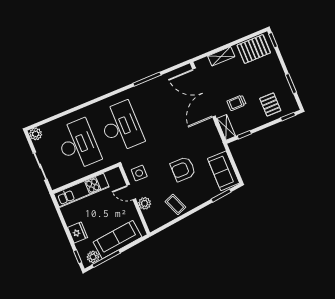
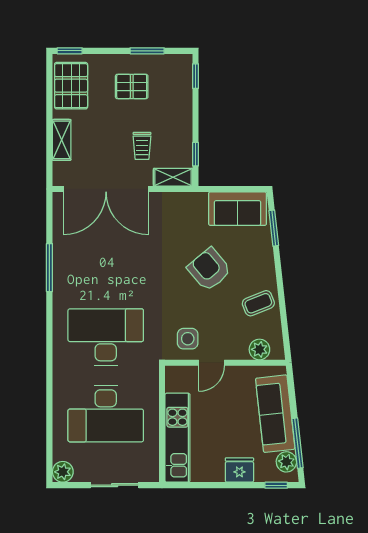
pallet: (270, 104) -> (132, 86), moved
desk: (78, 145) -> (106, 414), turned 180
armchair: (183, 169) -> (209, 269), turned 140
plant: (145, 203) -> (259, 349), moved

